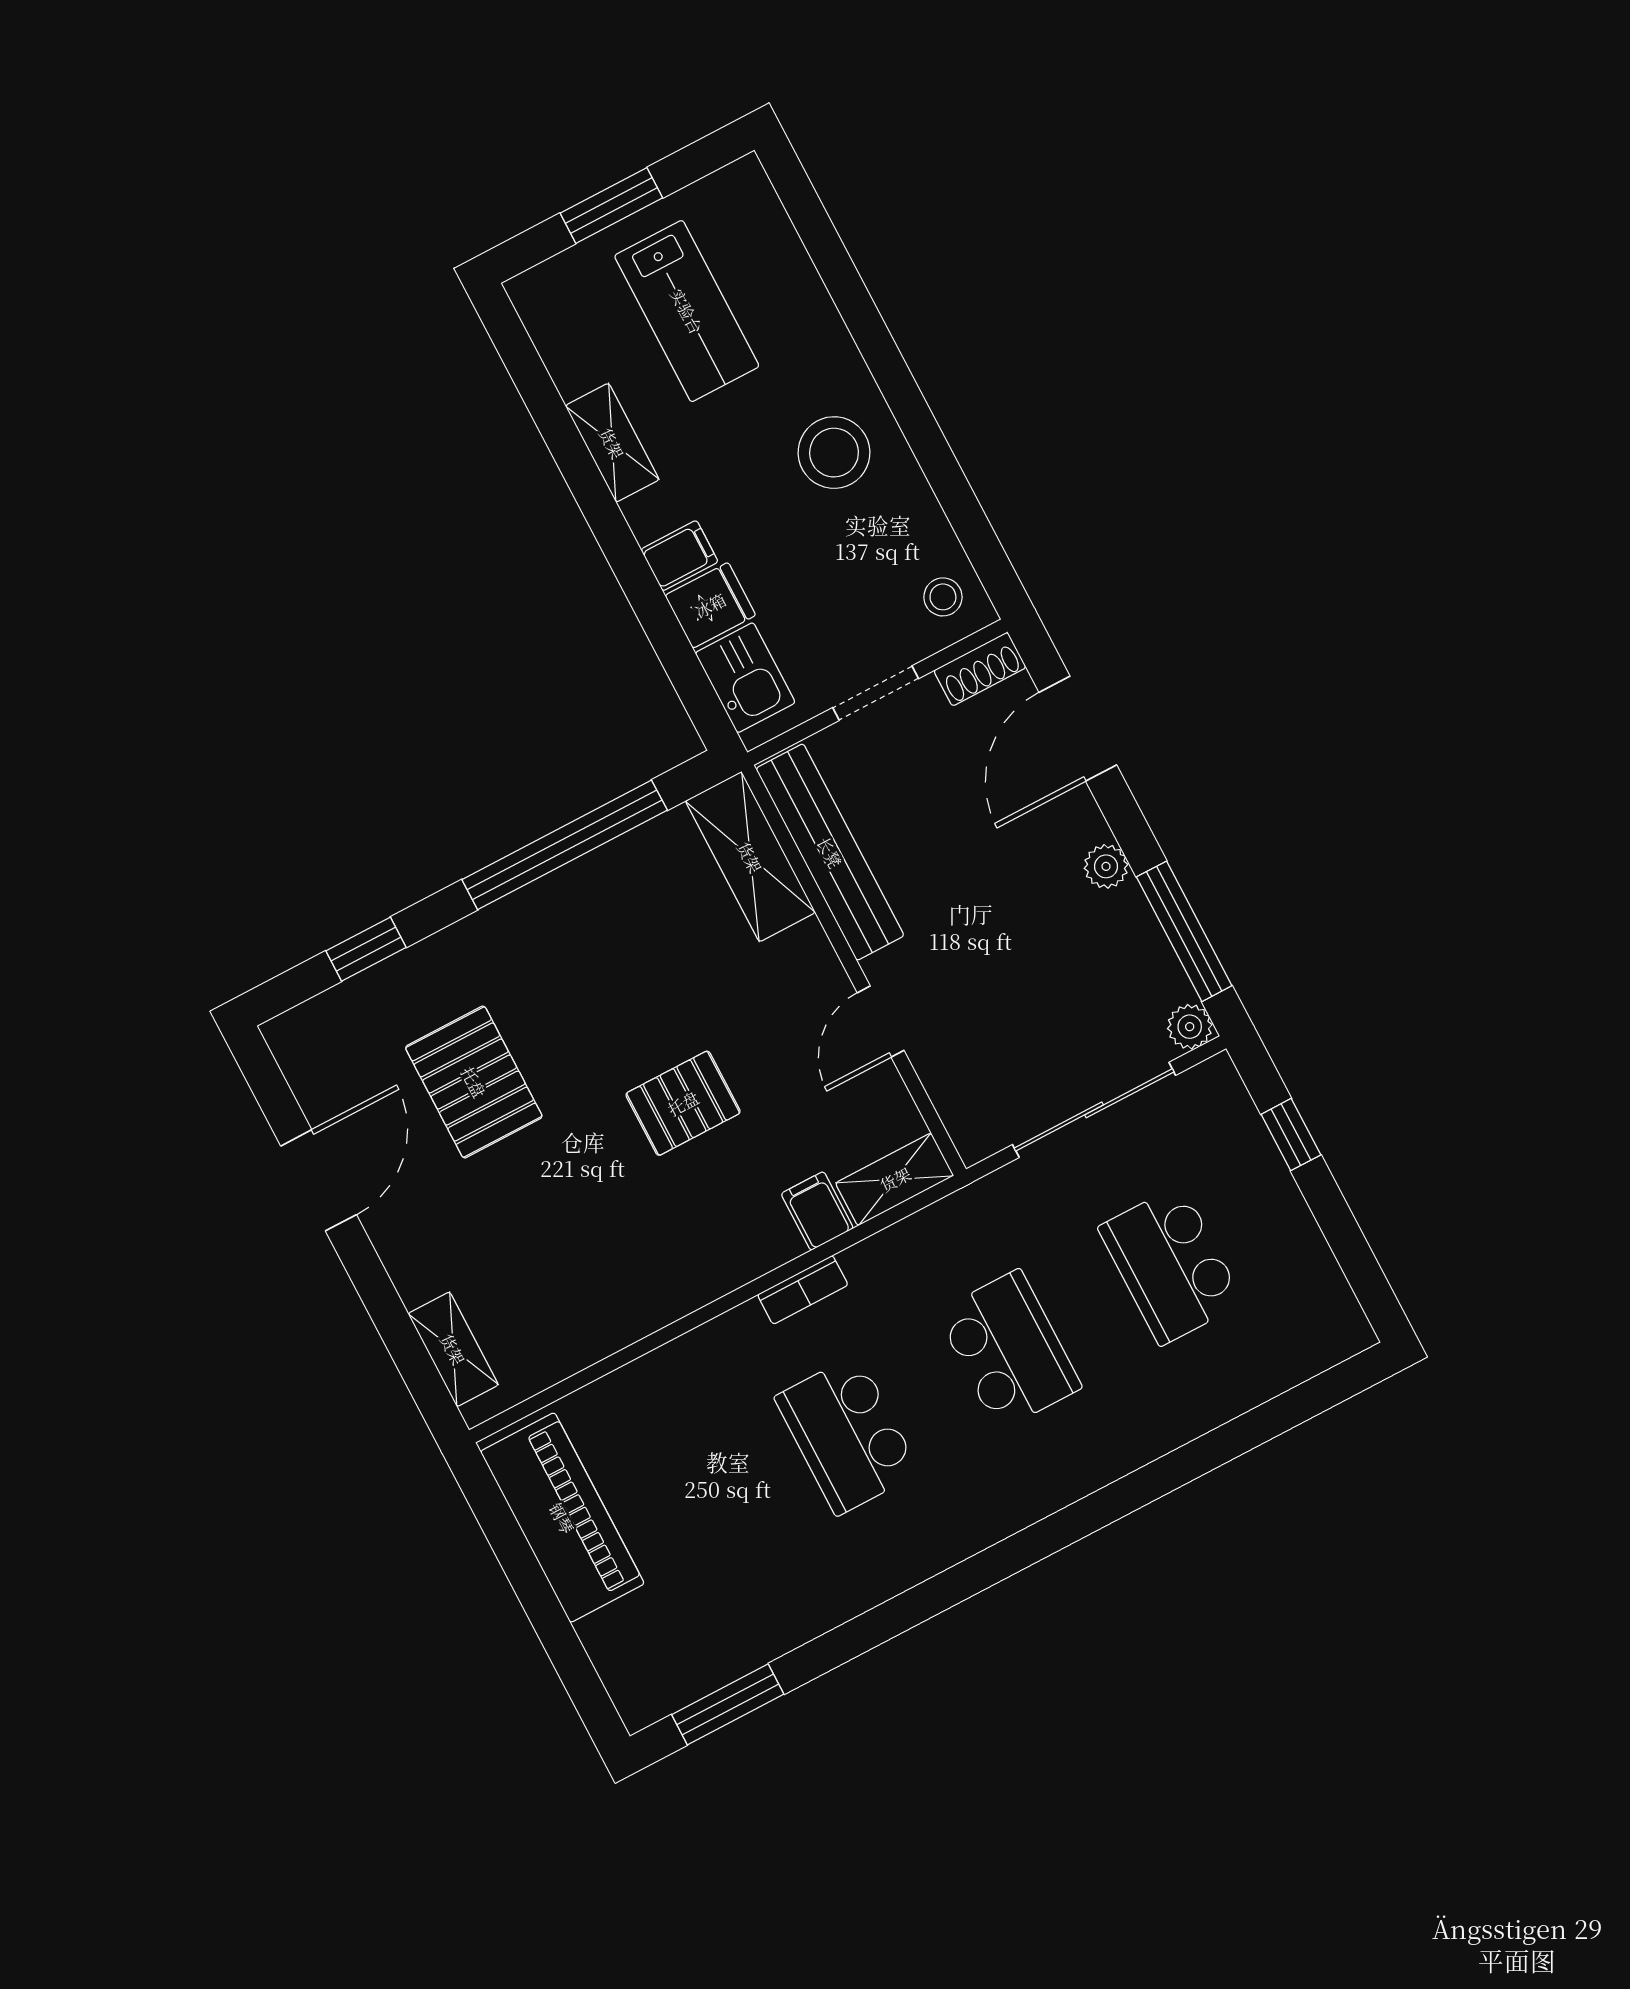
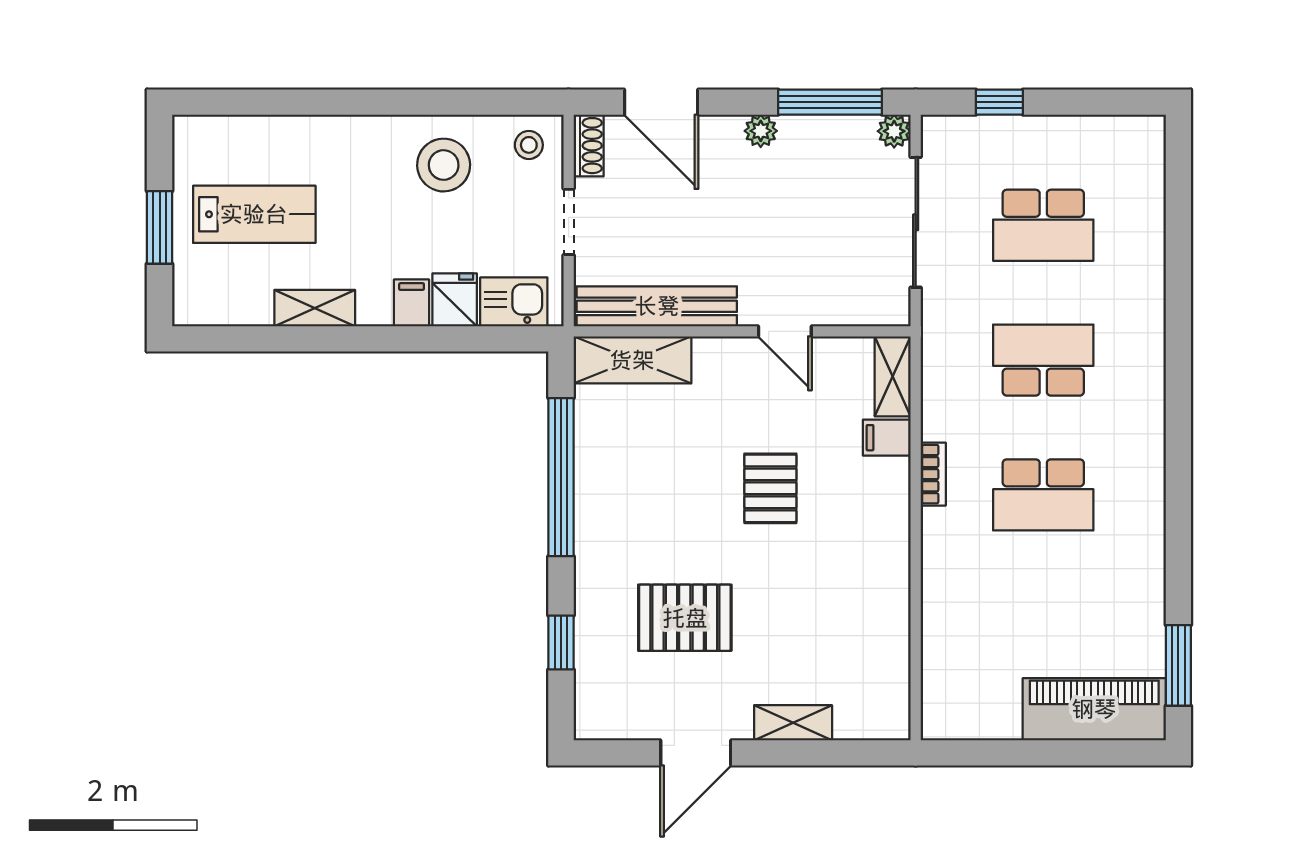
stool: (834, 453) -> (444, 165), moved
door: (319, 1180) -> (696, 753), swing flipped
shelving: (453, 1349) -> (793, 723), moved
piano: (562, 1518) -> (1094, 709), moved

